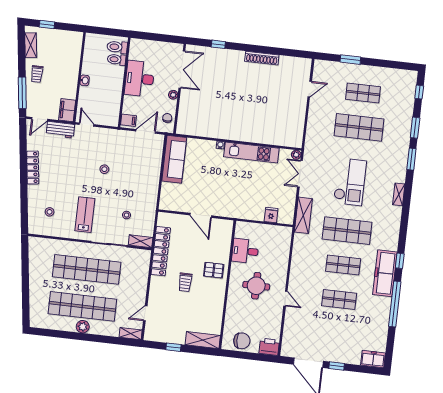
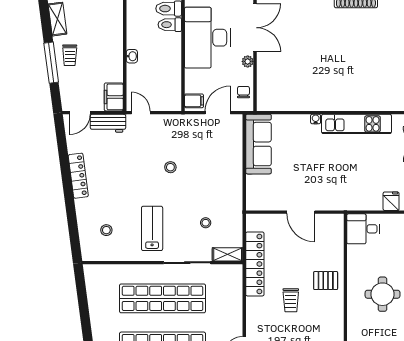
desk: (140, 79) -> (207, 38), width x1.36, depth x1.30
window: (22, 93) -> (51, 63), moved
desk: (245, 251) -> (363, 229), moved

